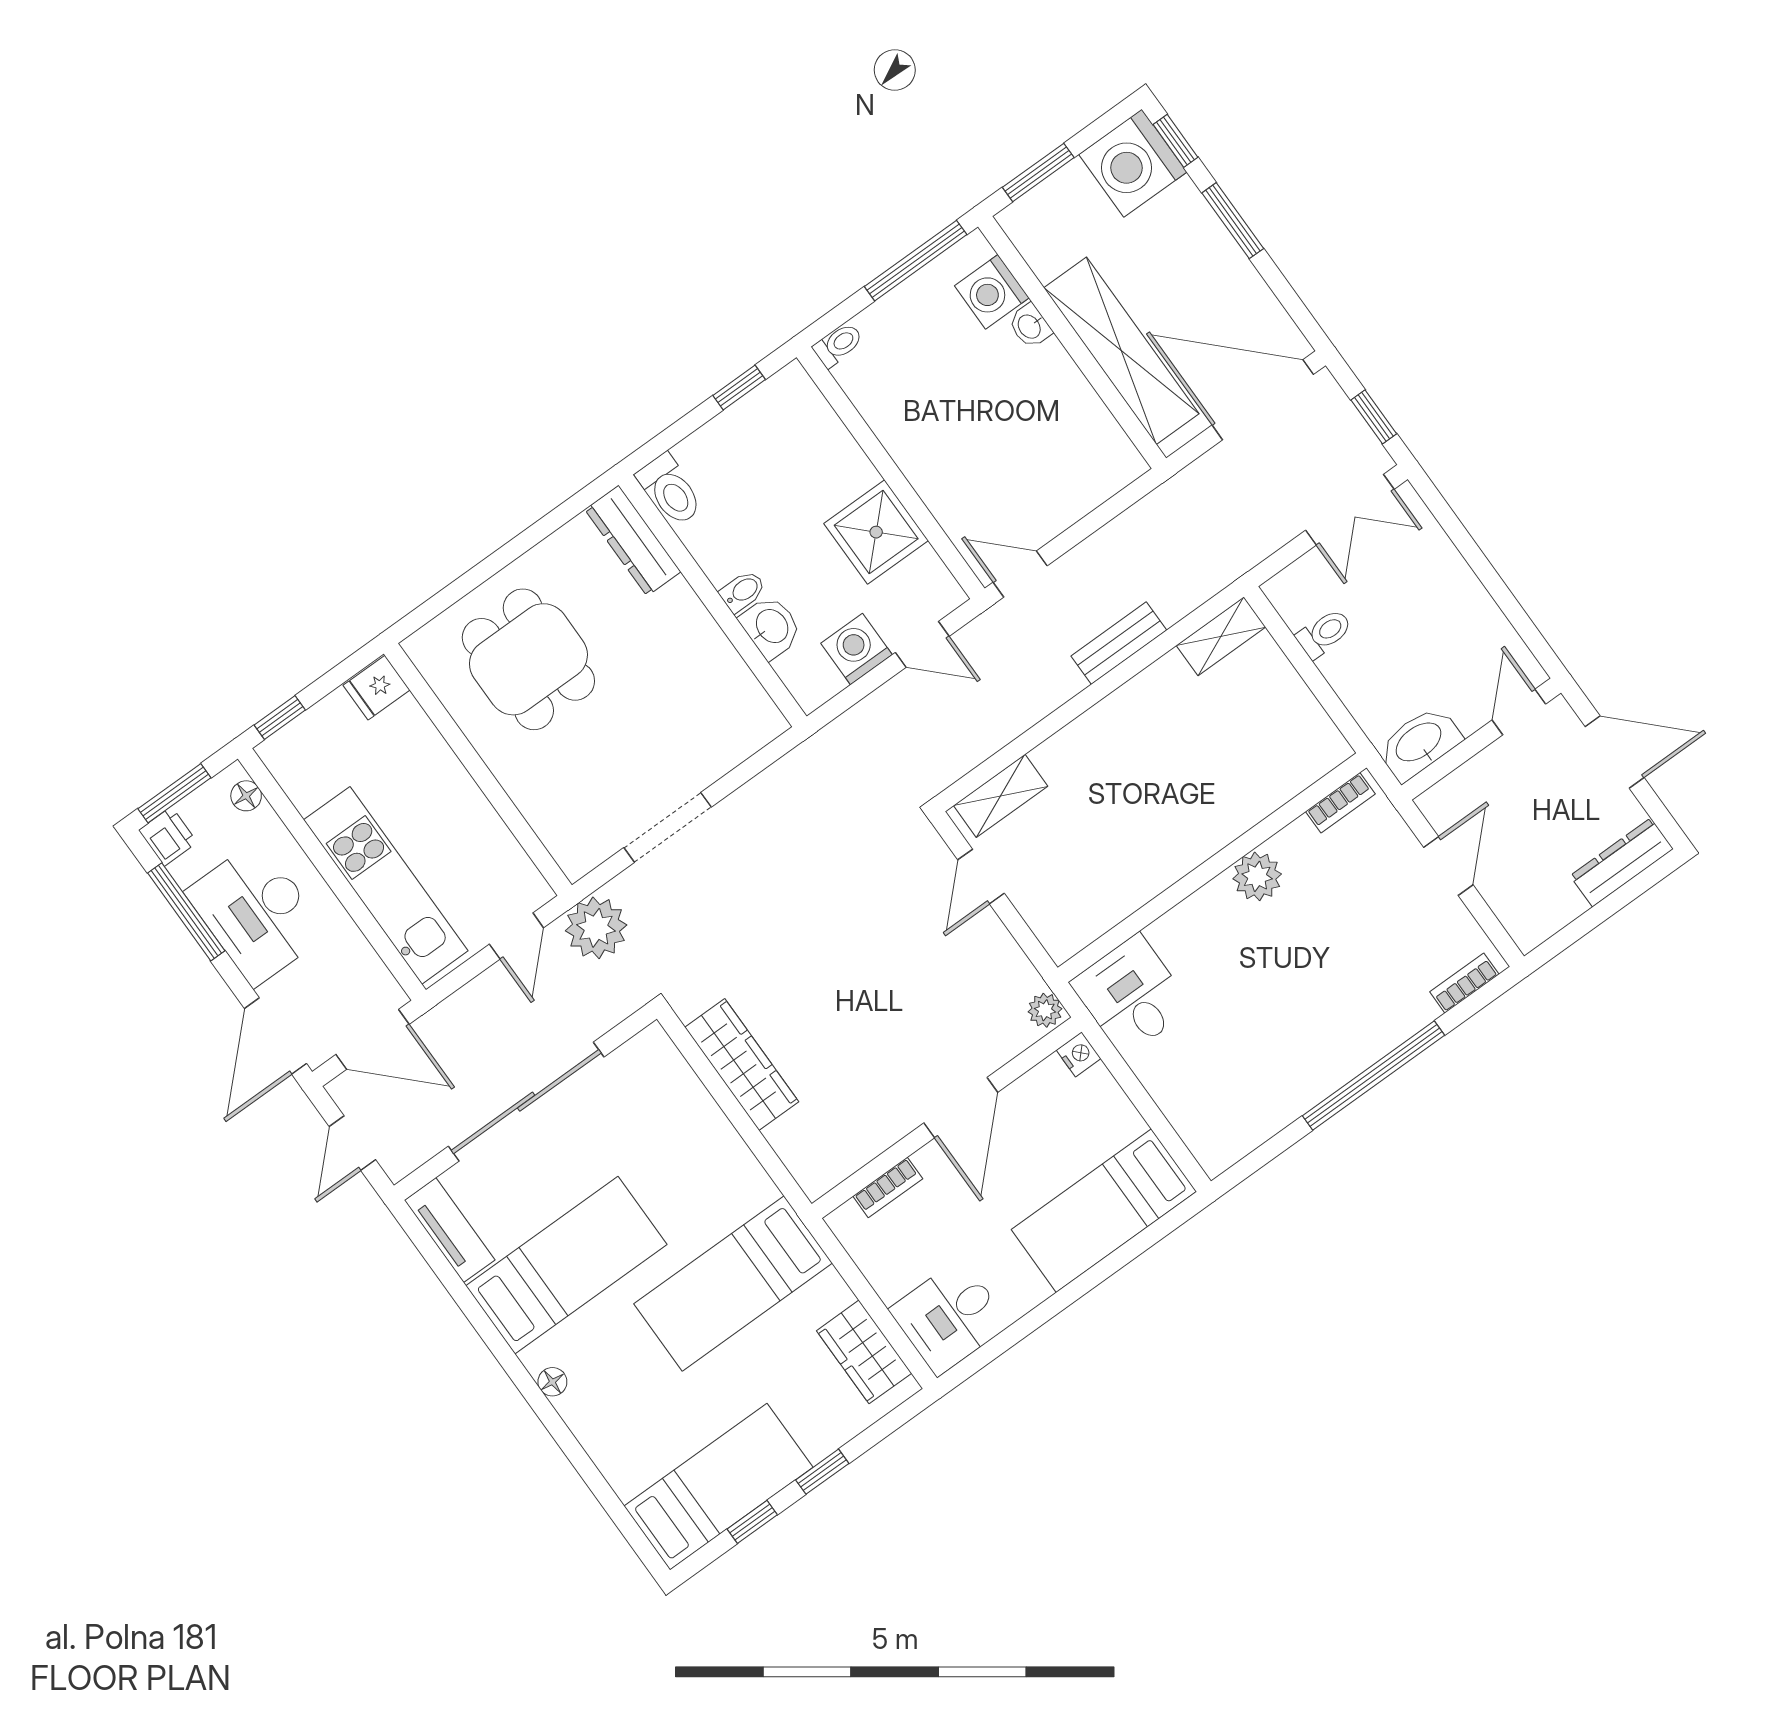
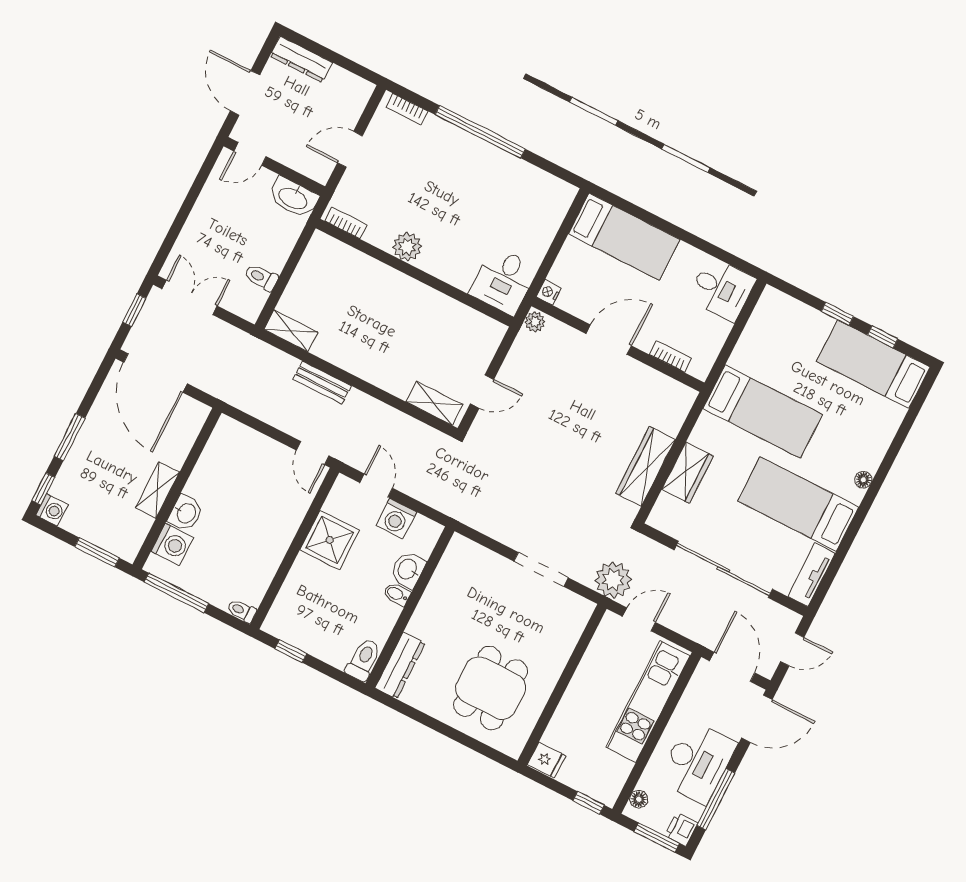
washing machine: (1133, 163) -> (52, 510), width x0.53, depth x0.53
washbasin: (1030, 326) -> (186, 513), width x1.38, depth x1.45
shelving: (1121, 351) -> (157, 490), width x0.45, depth x0.75
wardrobe: (864, 1352) -> (688, 473), moved

